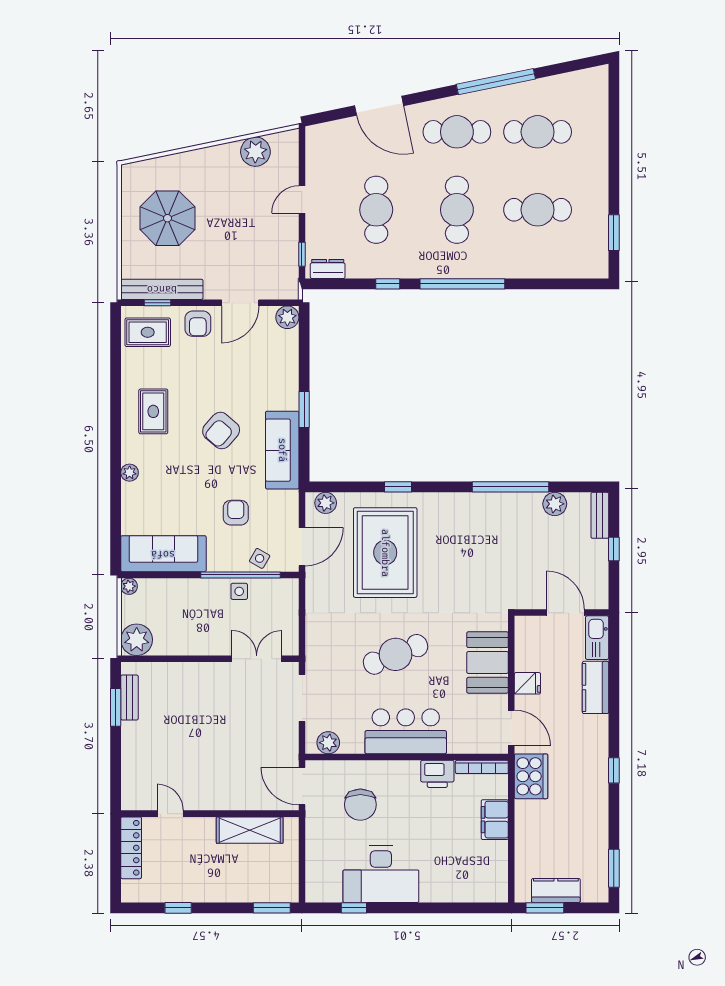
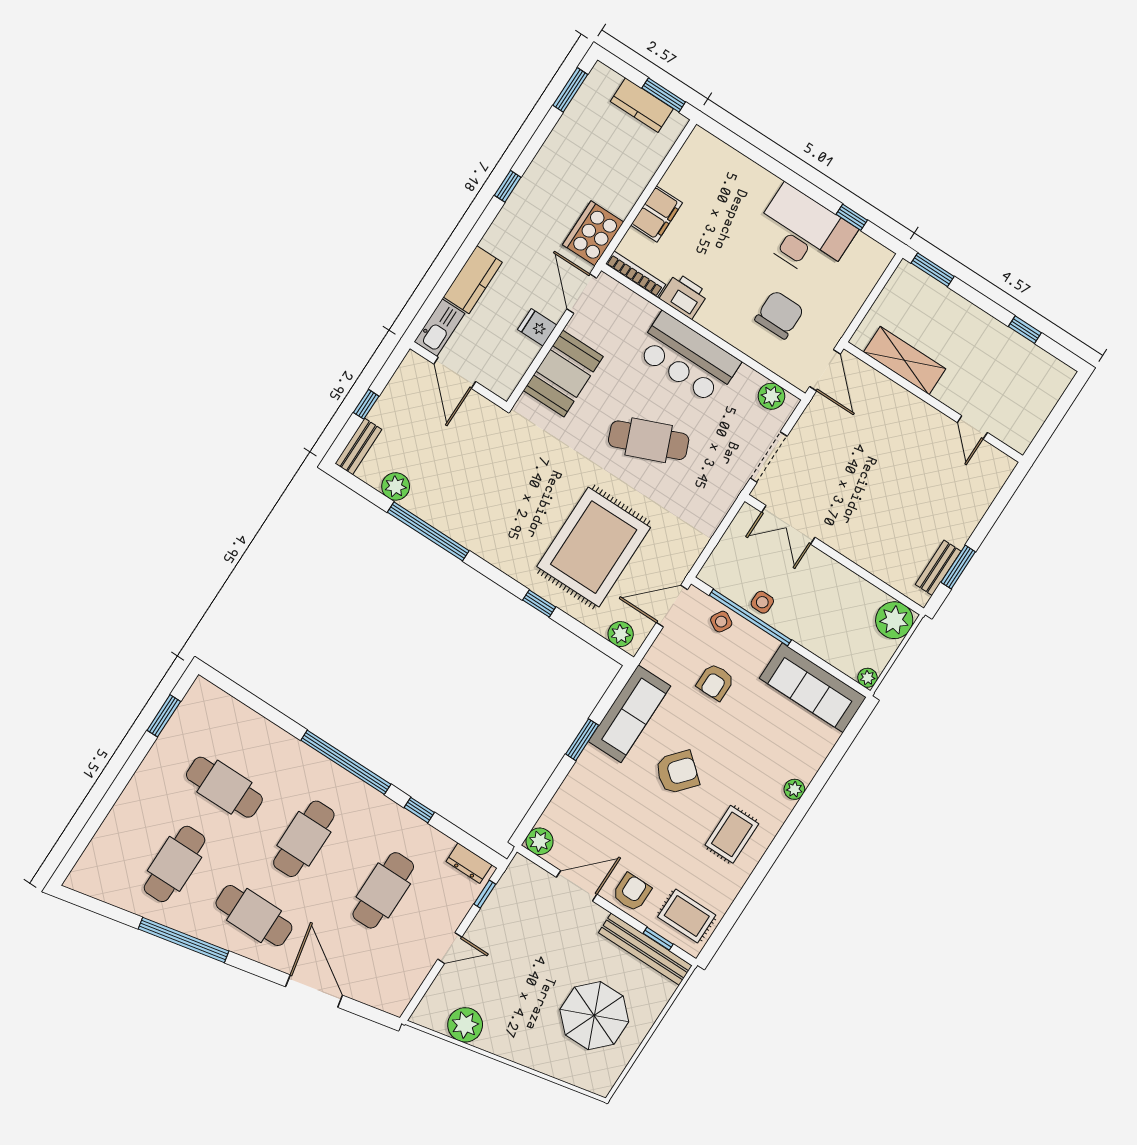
cafe table: (538, 132) -> (175, 864), turned 90
locker: (131, 848) -> (1033, 419), removed

